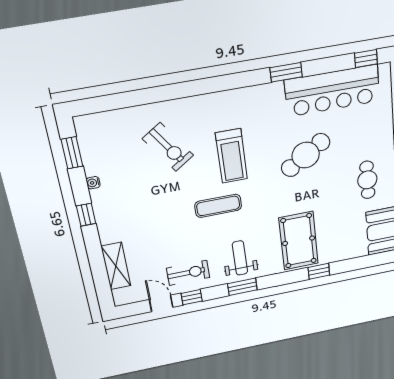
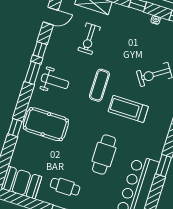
cafe table: (306, 155) -> (104, 155), turned 33
exercise bike: (188, 273) -> (89, 39), moved
window: (192, 297) -> (40, 50), moved

